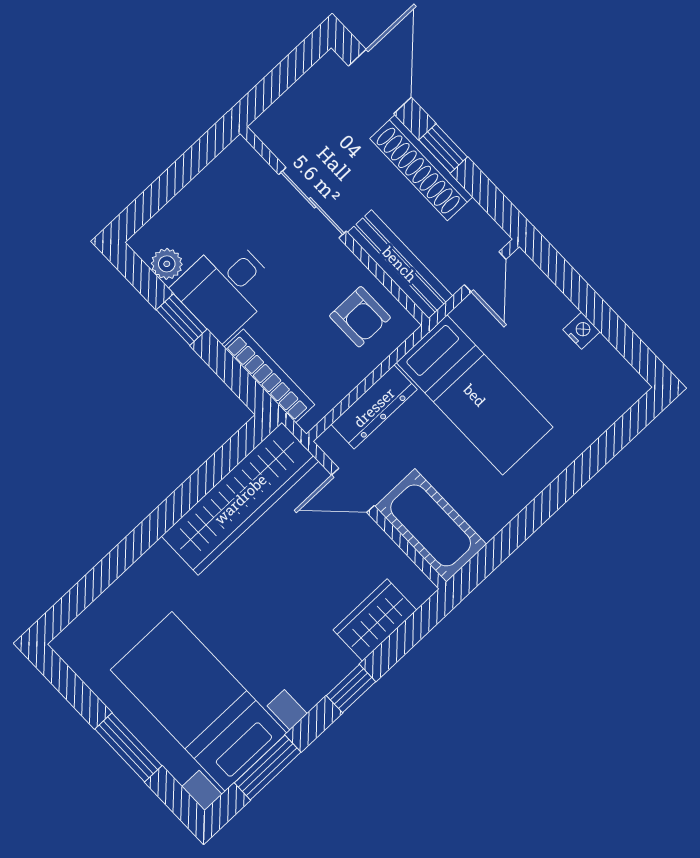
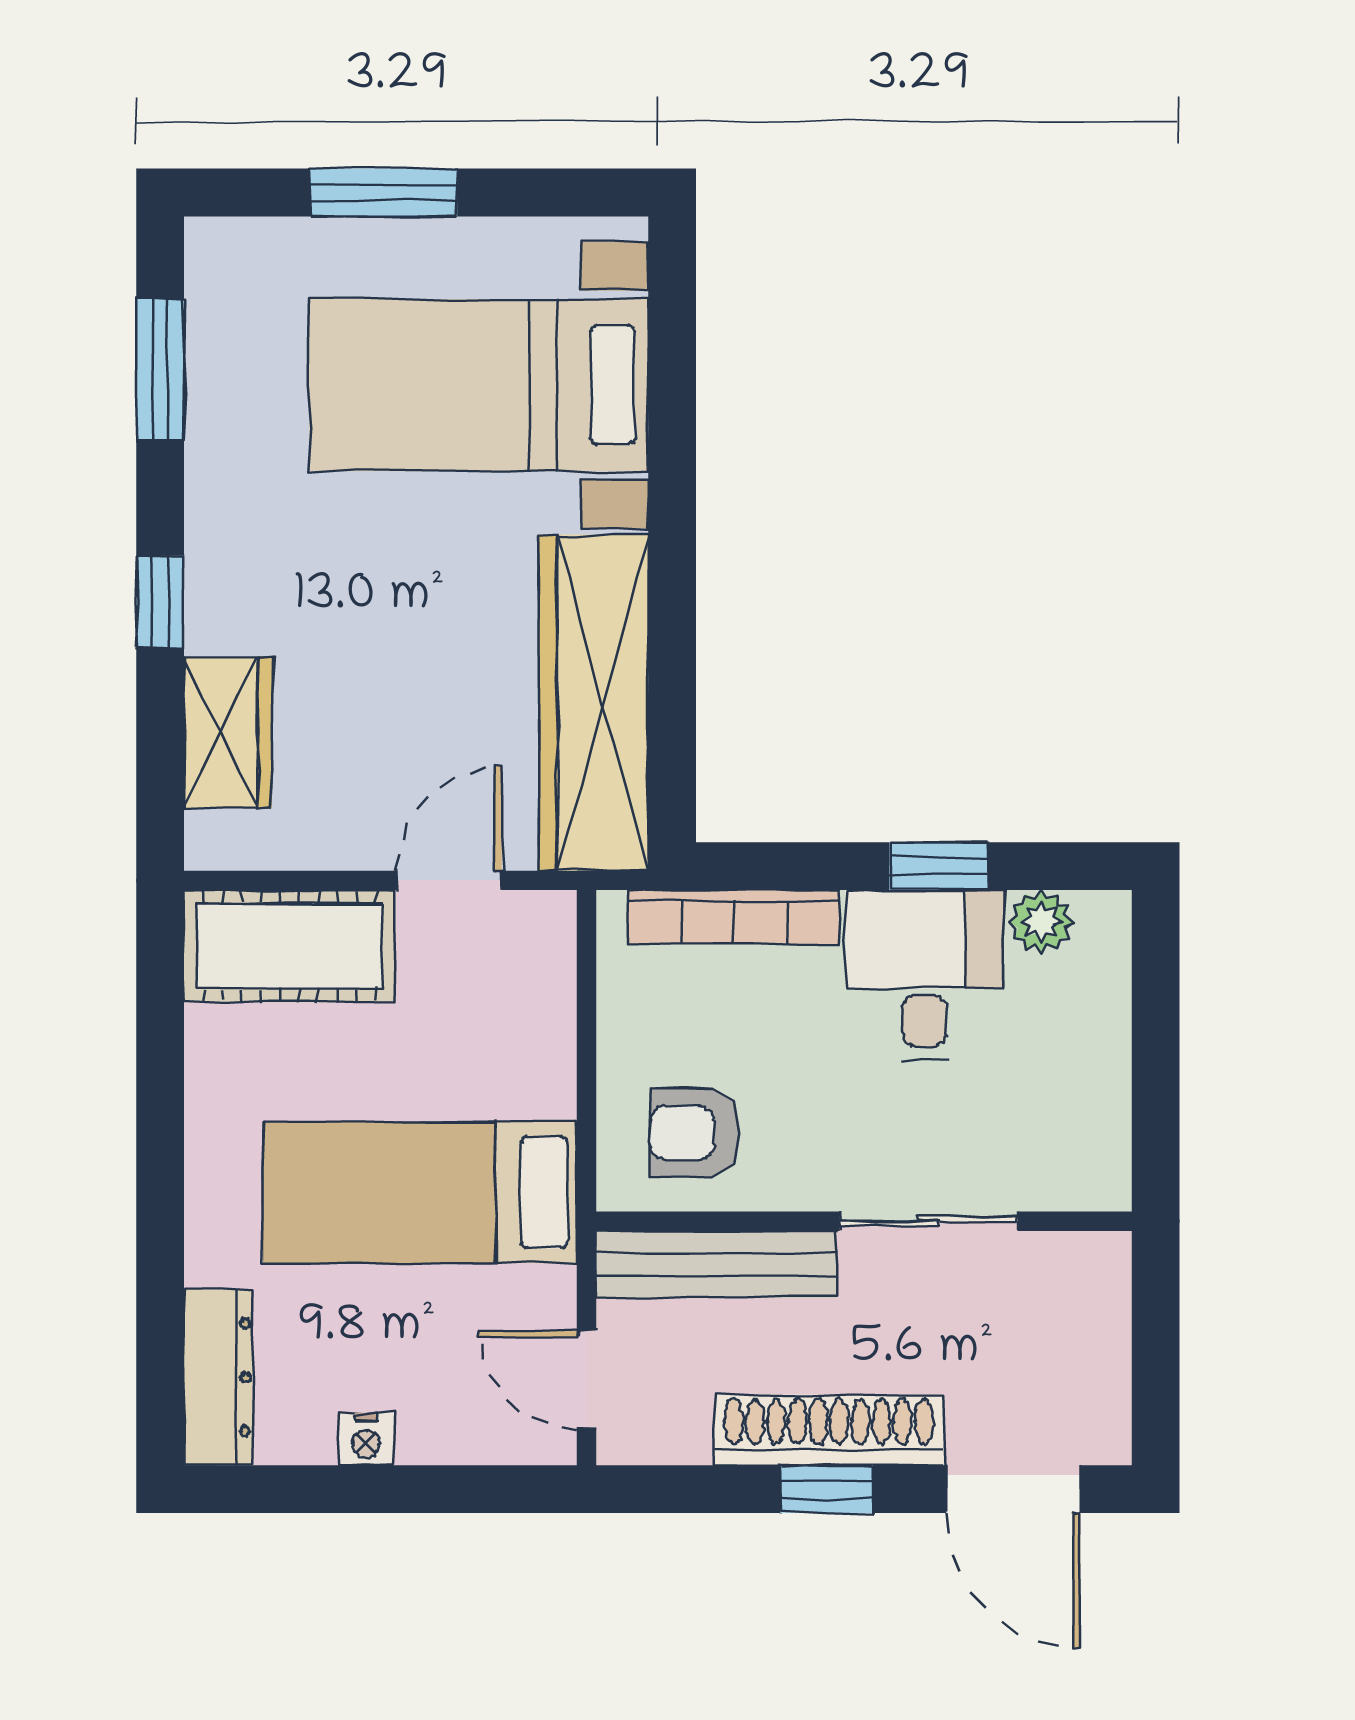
dresser: (374, 407) -> (218, 1377), moved, turned 180
bed with nightstands: (198, 701) -> (479, 385), moved, turned 180

